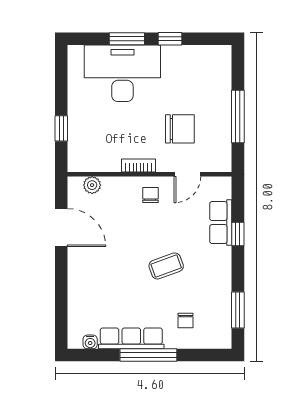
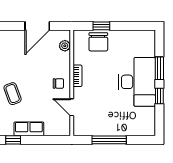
desk: (122, 73) -> (137, 82), moved
chair: (180, 129) -> (98, 42), moved
row of seats: (221, 223) -> (29, 129), moved
window: (238, 234) -> (13, 140), moved

